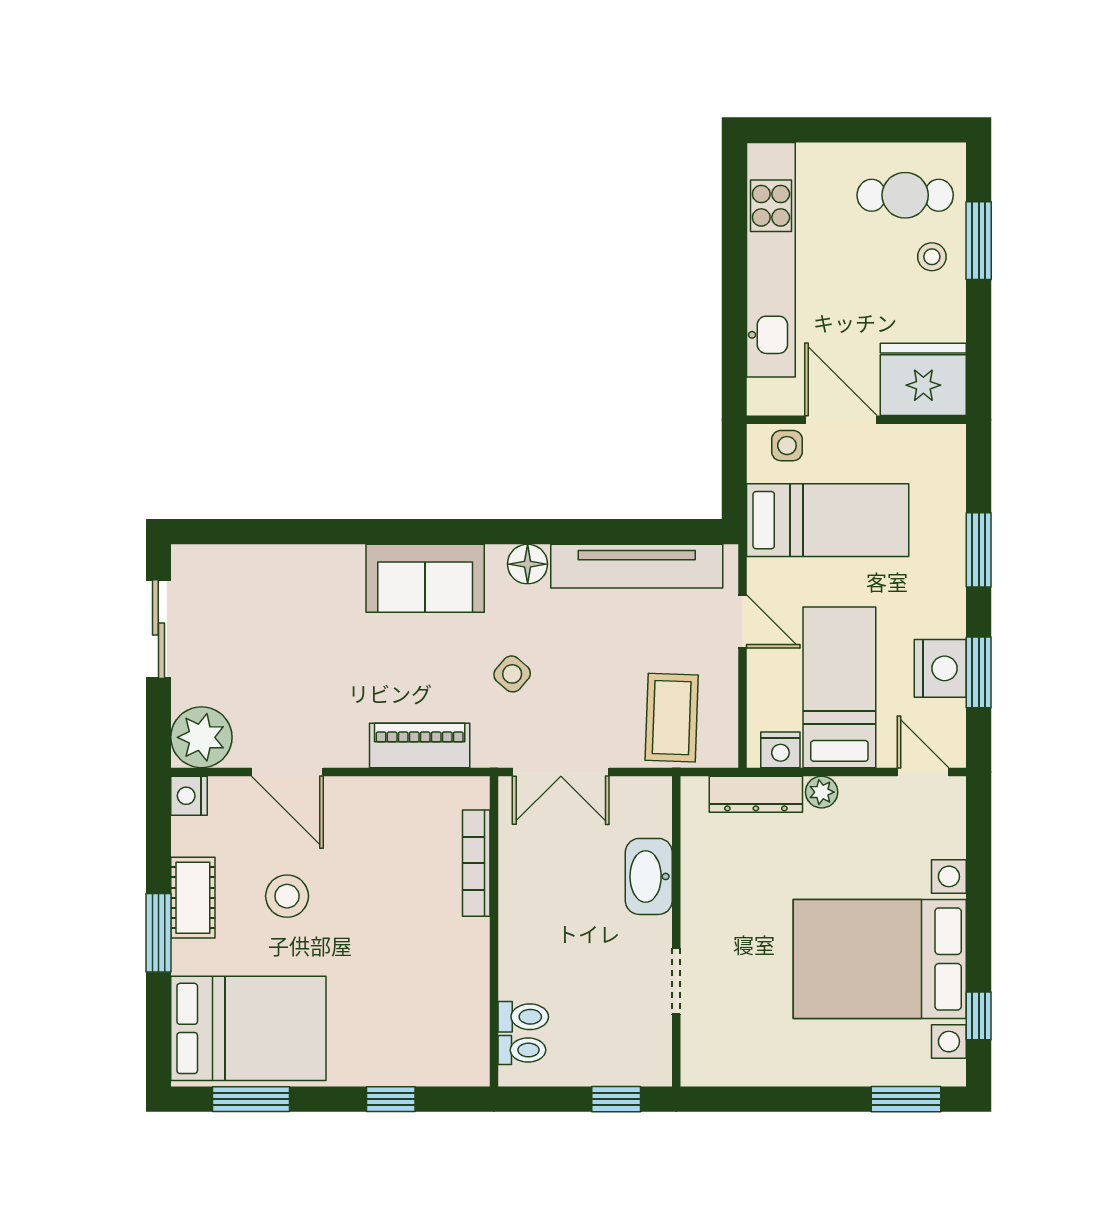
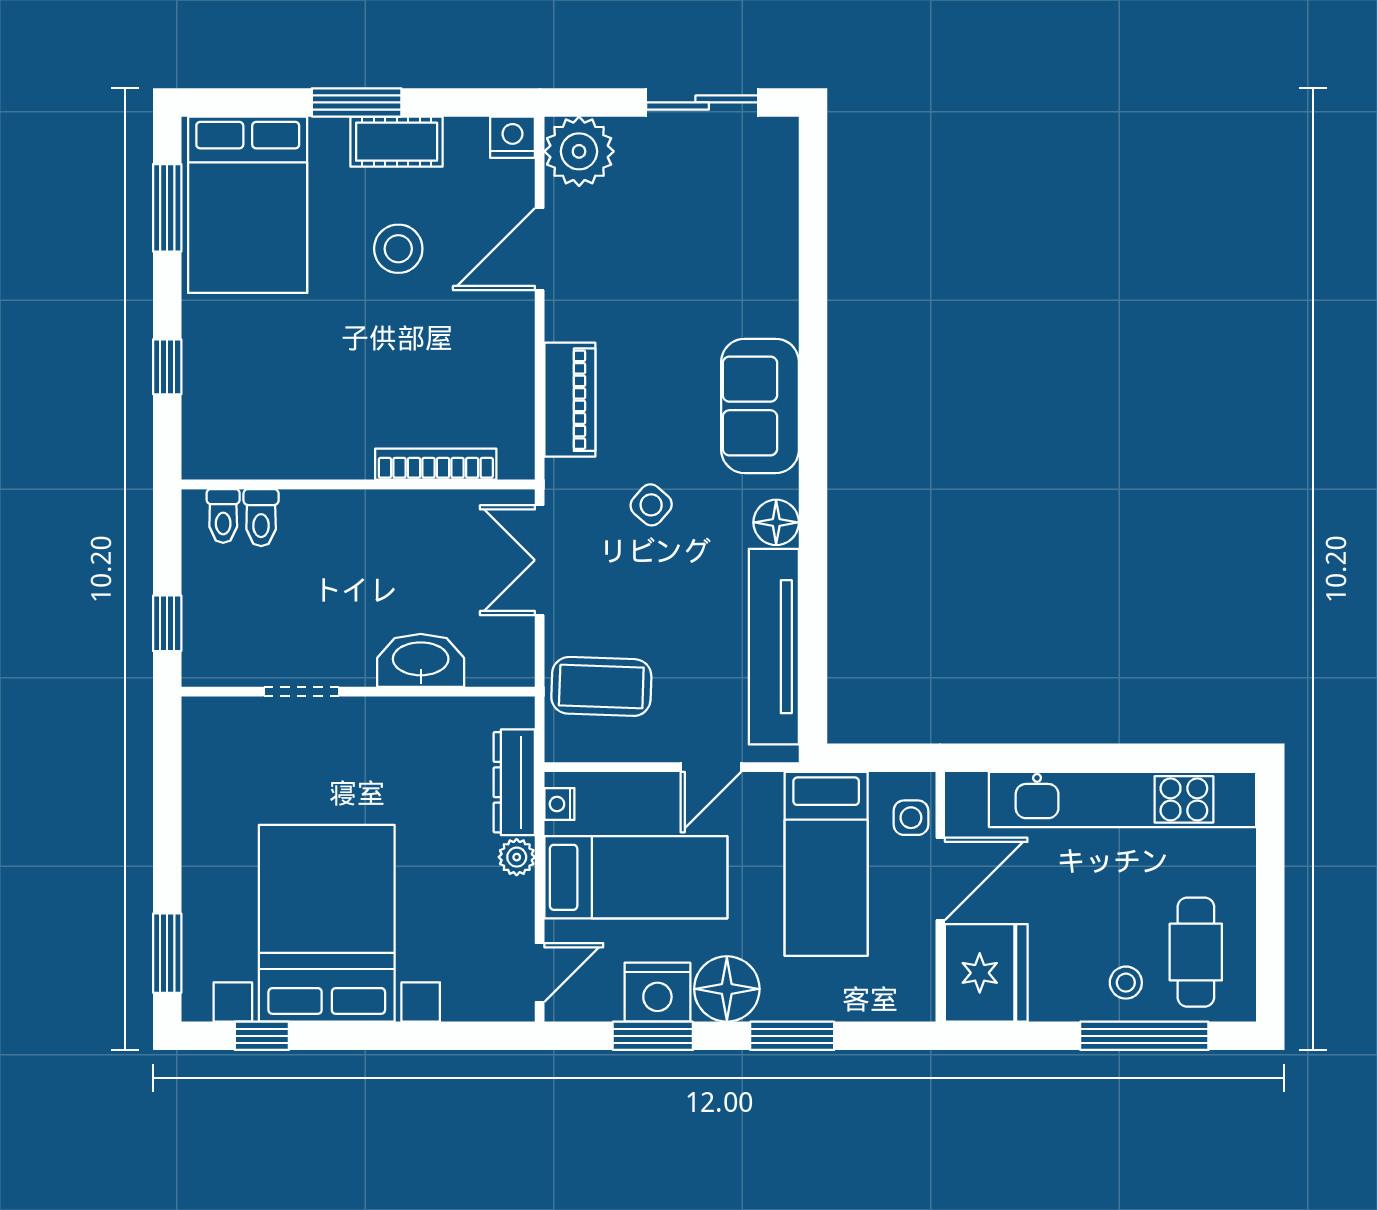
window: (979, 241) -> (1144, 1036), width x1.44
floor lamp: (937, 607) -> (727, 989), added
nightstand: (780, 750) -> (559, 804), width x0.72, depth x0.74

